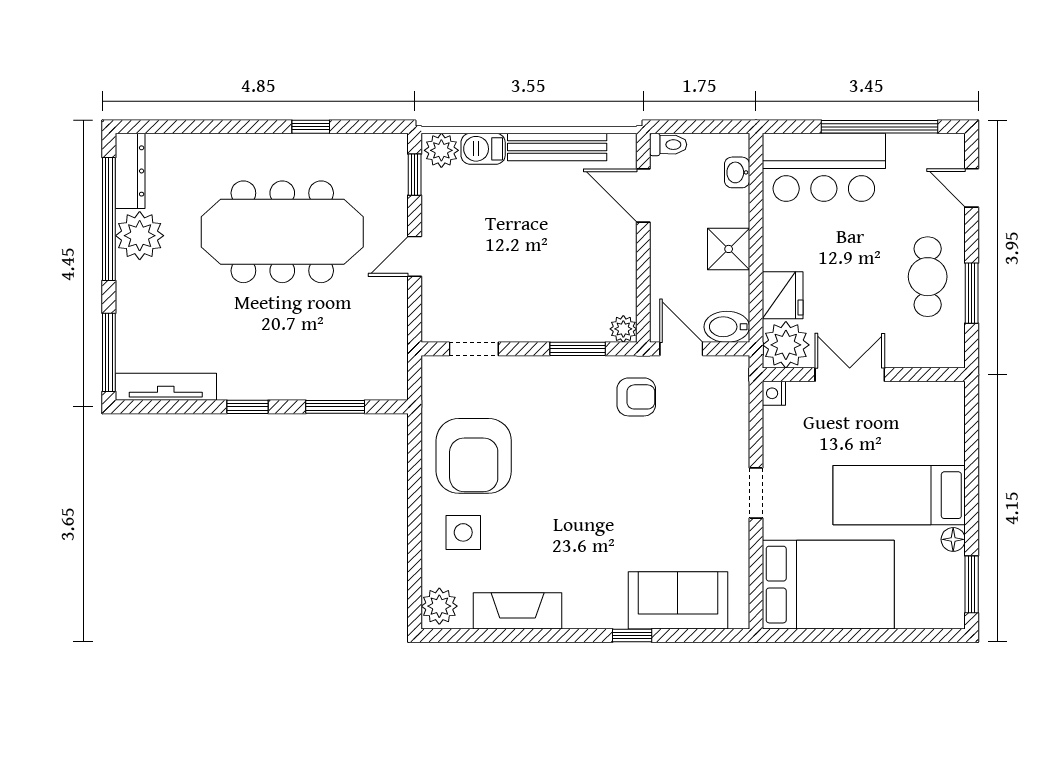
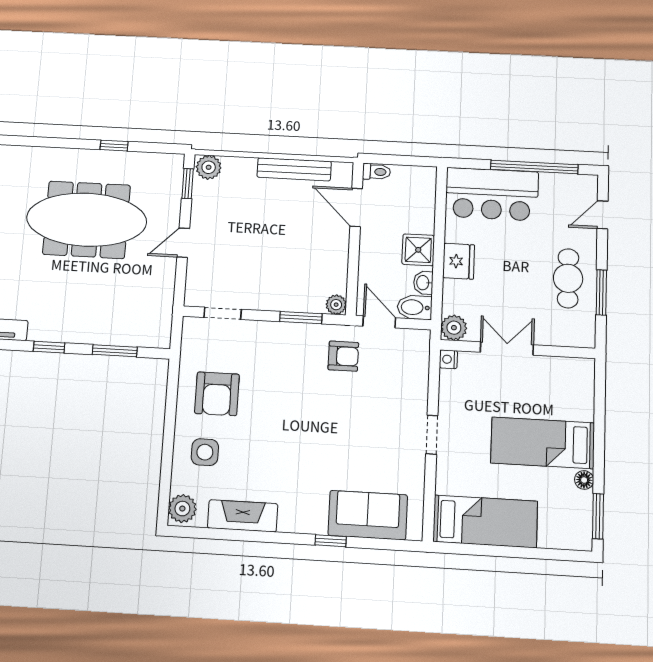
barbecue: (483, 149) -> (239, 168), removed
washbasin: (737, 172) -> (423, 283), moved
door: (972, 188) -> (603, 215), hinge flipped
fridge: (783, 295) -> (459, 261), moved
plant: (786, 345) -> (454, 328), width x0.73, depth x0.73
armchair: (474, 456) -> (217, 394), width x0.73, depth x0.73
bed: (828, 585) -> (485, 521), width x0.67

